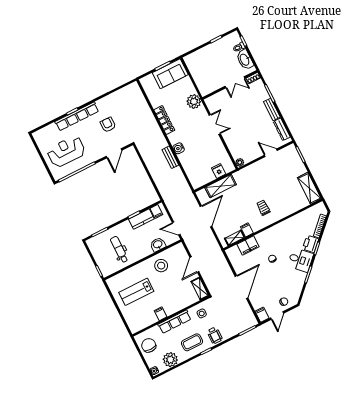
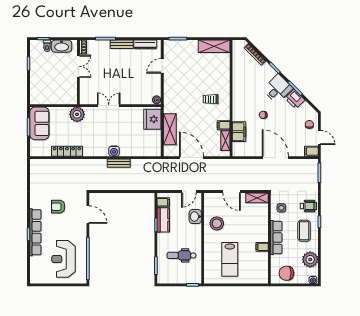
locker: (164, 120) -> (67, 151), moved
fridge: (219, 171) -> (152, 119), width x1.88, depth x1.34
printer: (311, 244) -> (295, 99), moved

